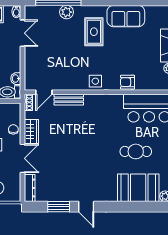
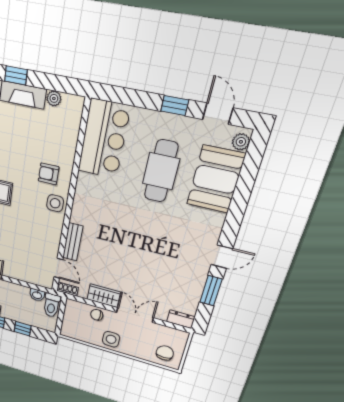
armchair: (128, 82) -> (49, 174), moved, turned 90
cafe table: (136, 151) -> (161, 171), width x1.37, depth x1.35
dresser: (30, 188) -> (181, 319), width x0.70

